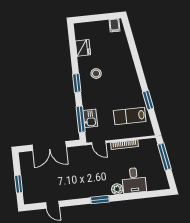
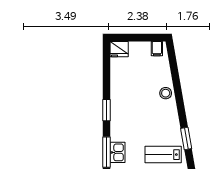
fridge: (83, 48) -> (119, 49), moved, turned 90
stool: (96, 74) -> (166, 93), moved

